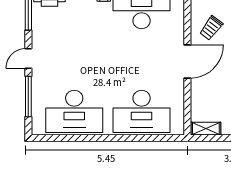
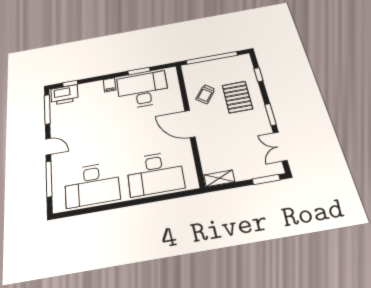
door: (28, 58) -> (48, 147), swing flipped
door: (187, 62) -> (190, 124), swing flipped

